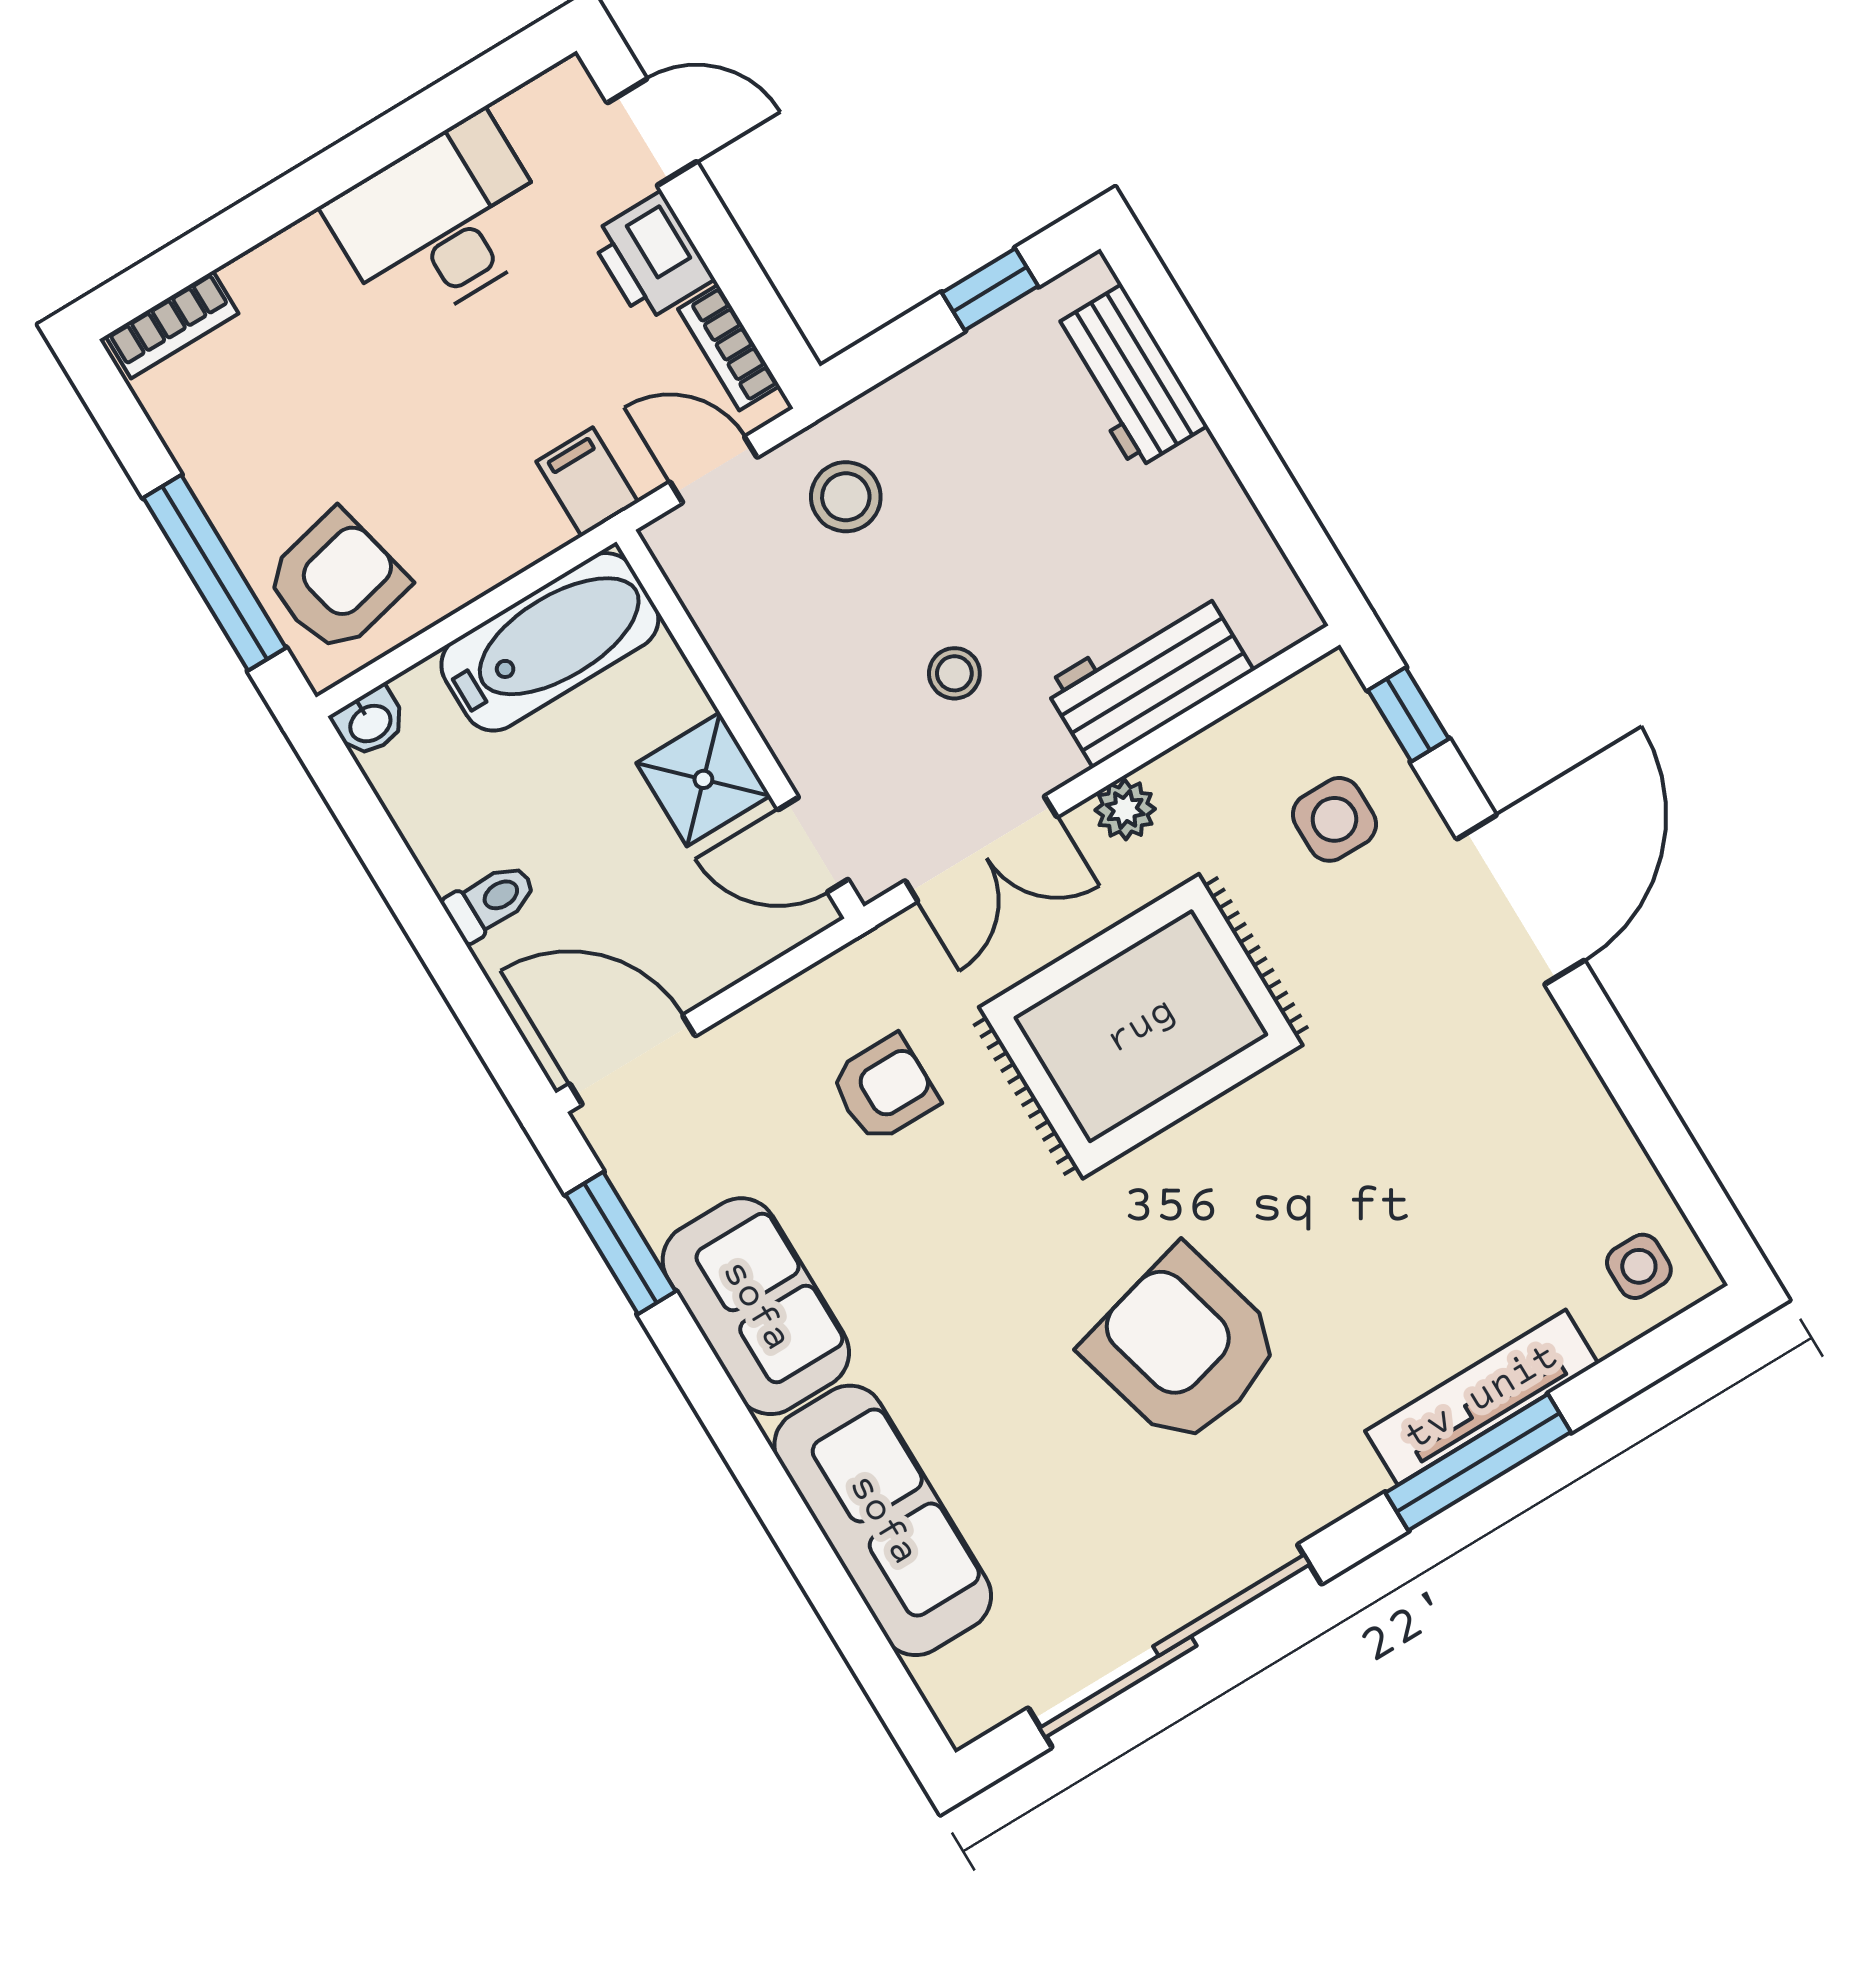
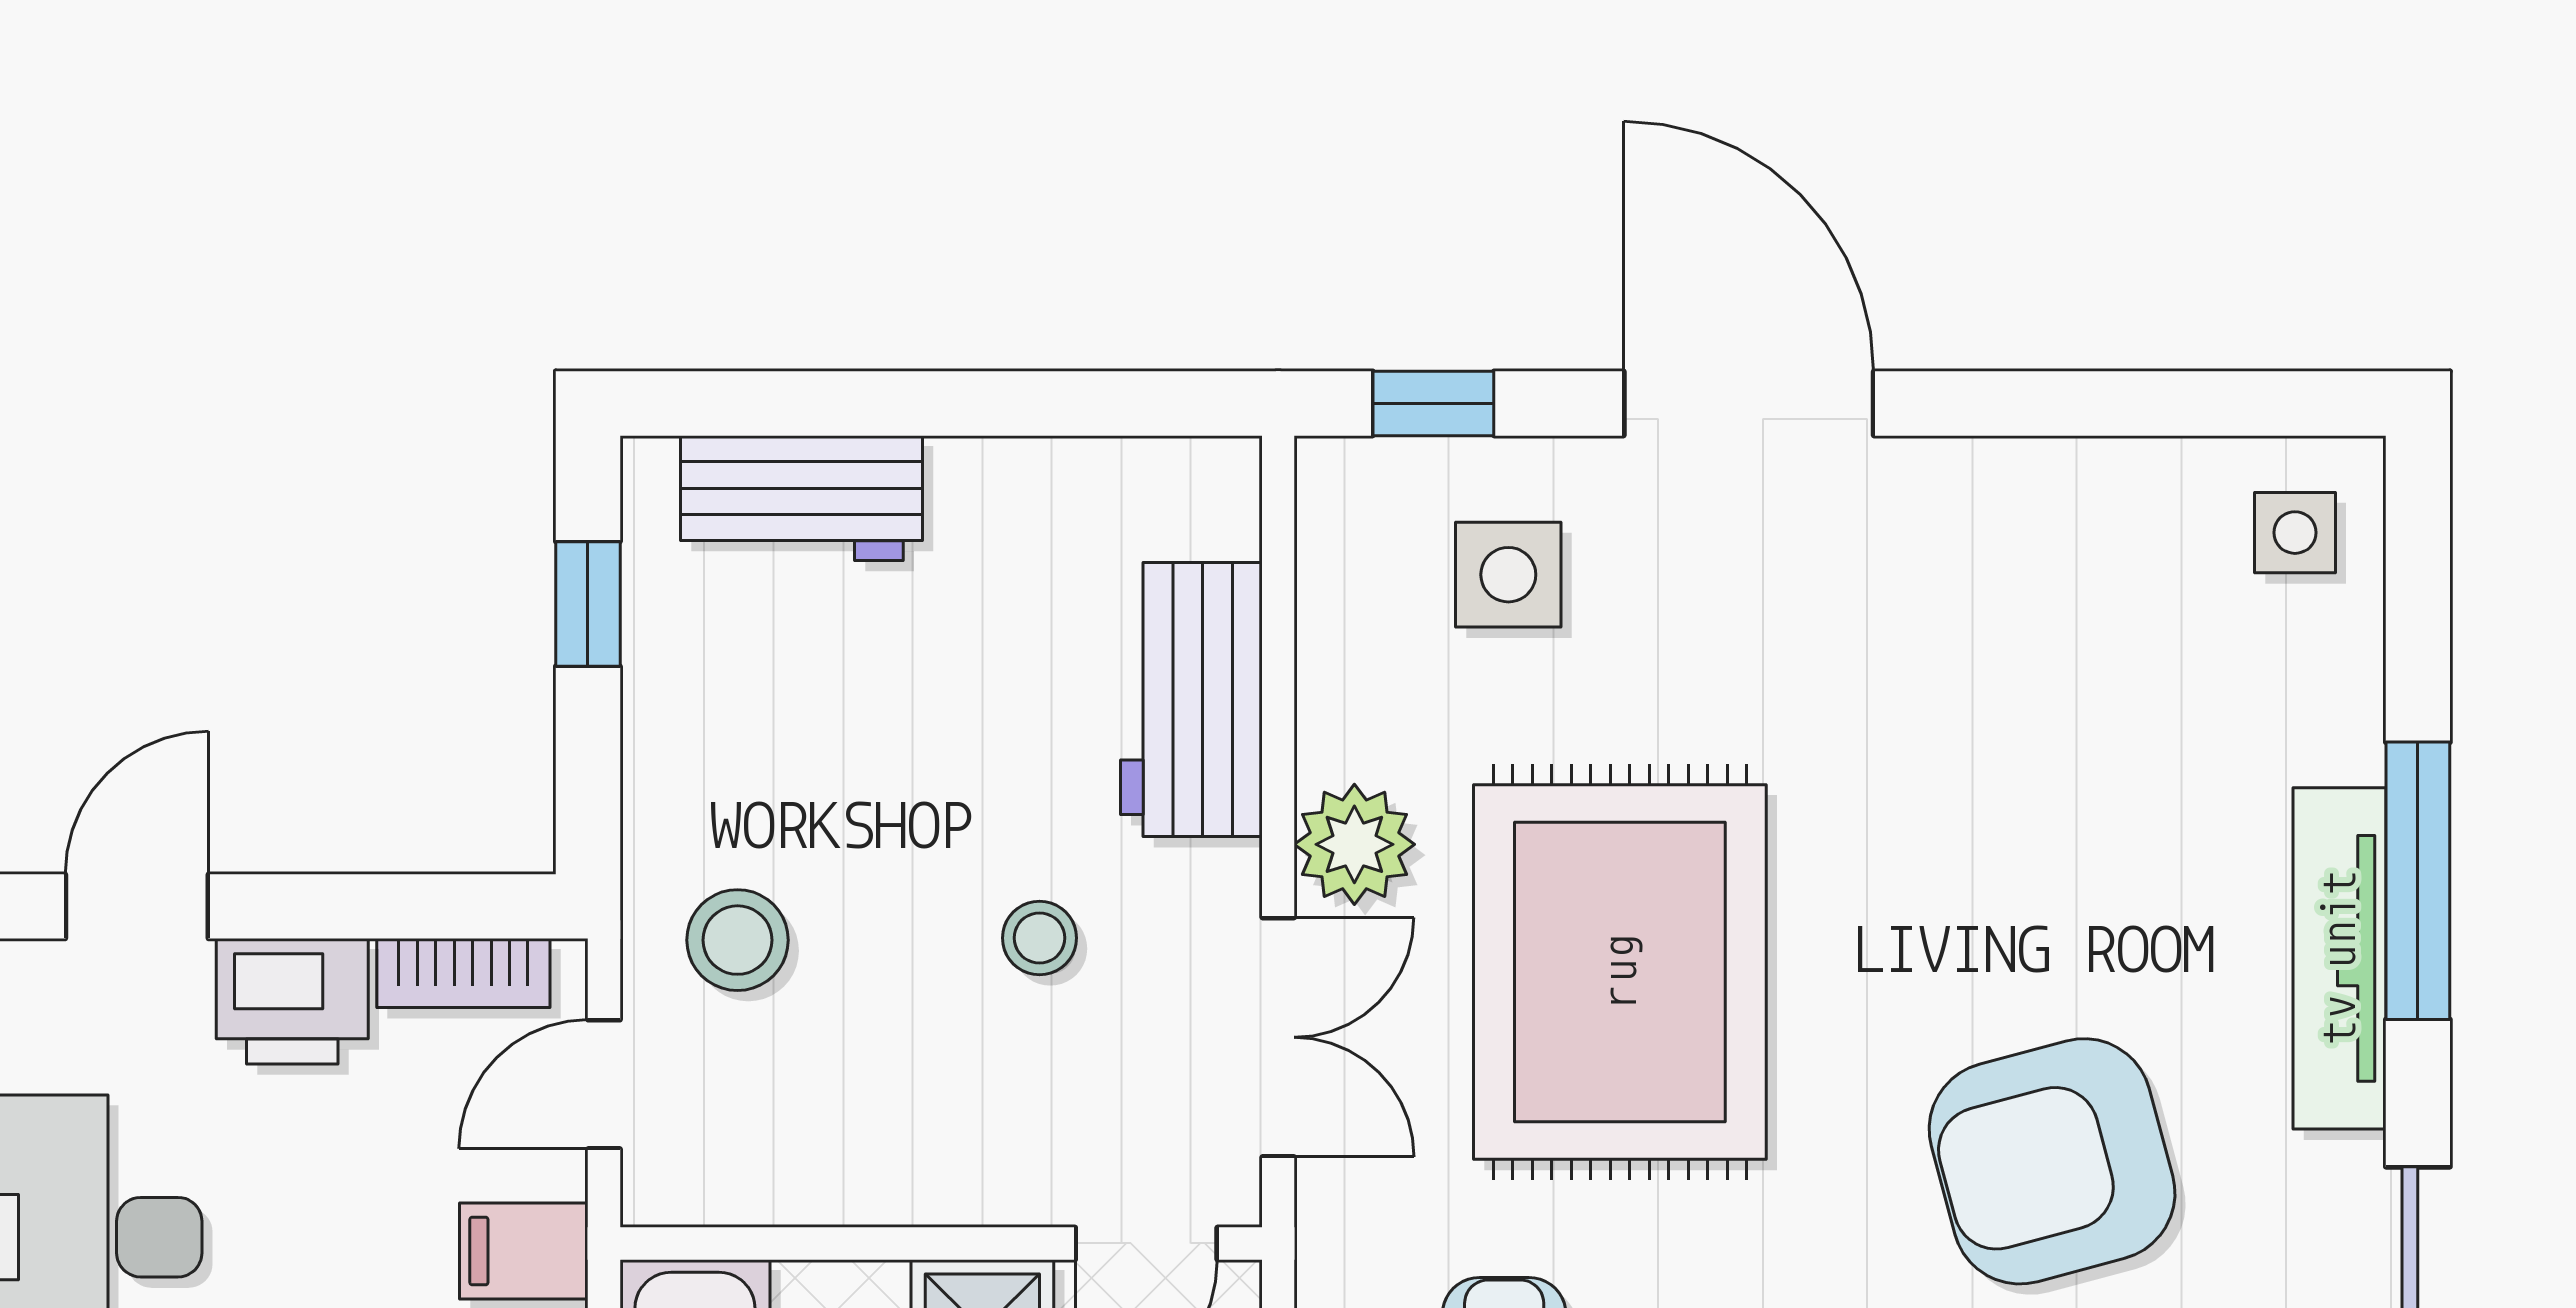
plant: (1125, 809) -> (1354, 844), width x1.38, depth x1.38
tv unit: (1482, 1397) -> (2339, 958), moved

